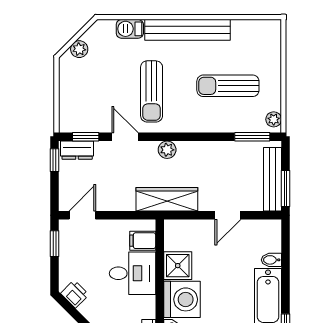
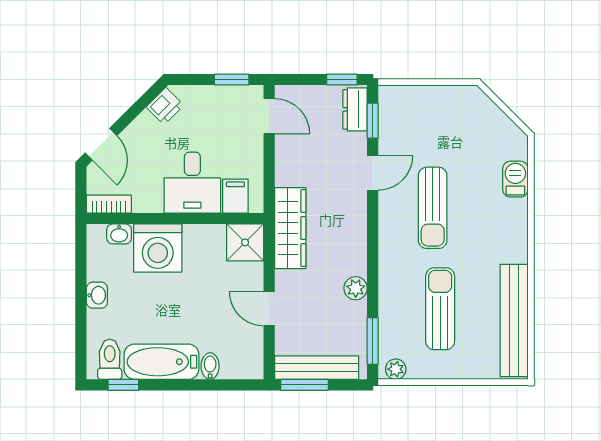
bench: (188, 30) -> (514, 320), moved
plant: (79, 49) -> (489, 112), removed
sun lounger: (152, 91) -> (433, 208), turned -90
plant: (167, 150) -> (356, 288), moved
shower: (178, 266) -> (245, 242), moved

